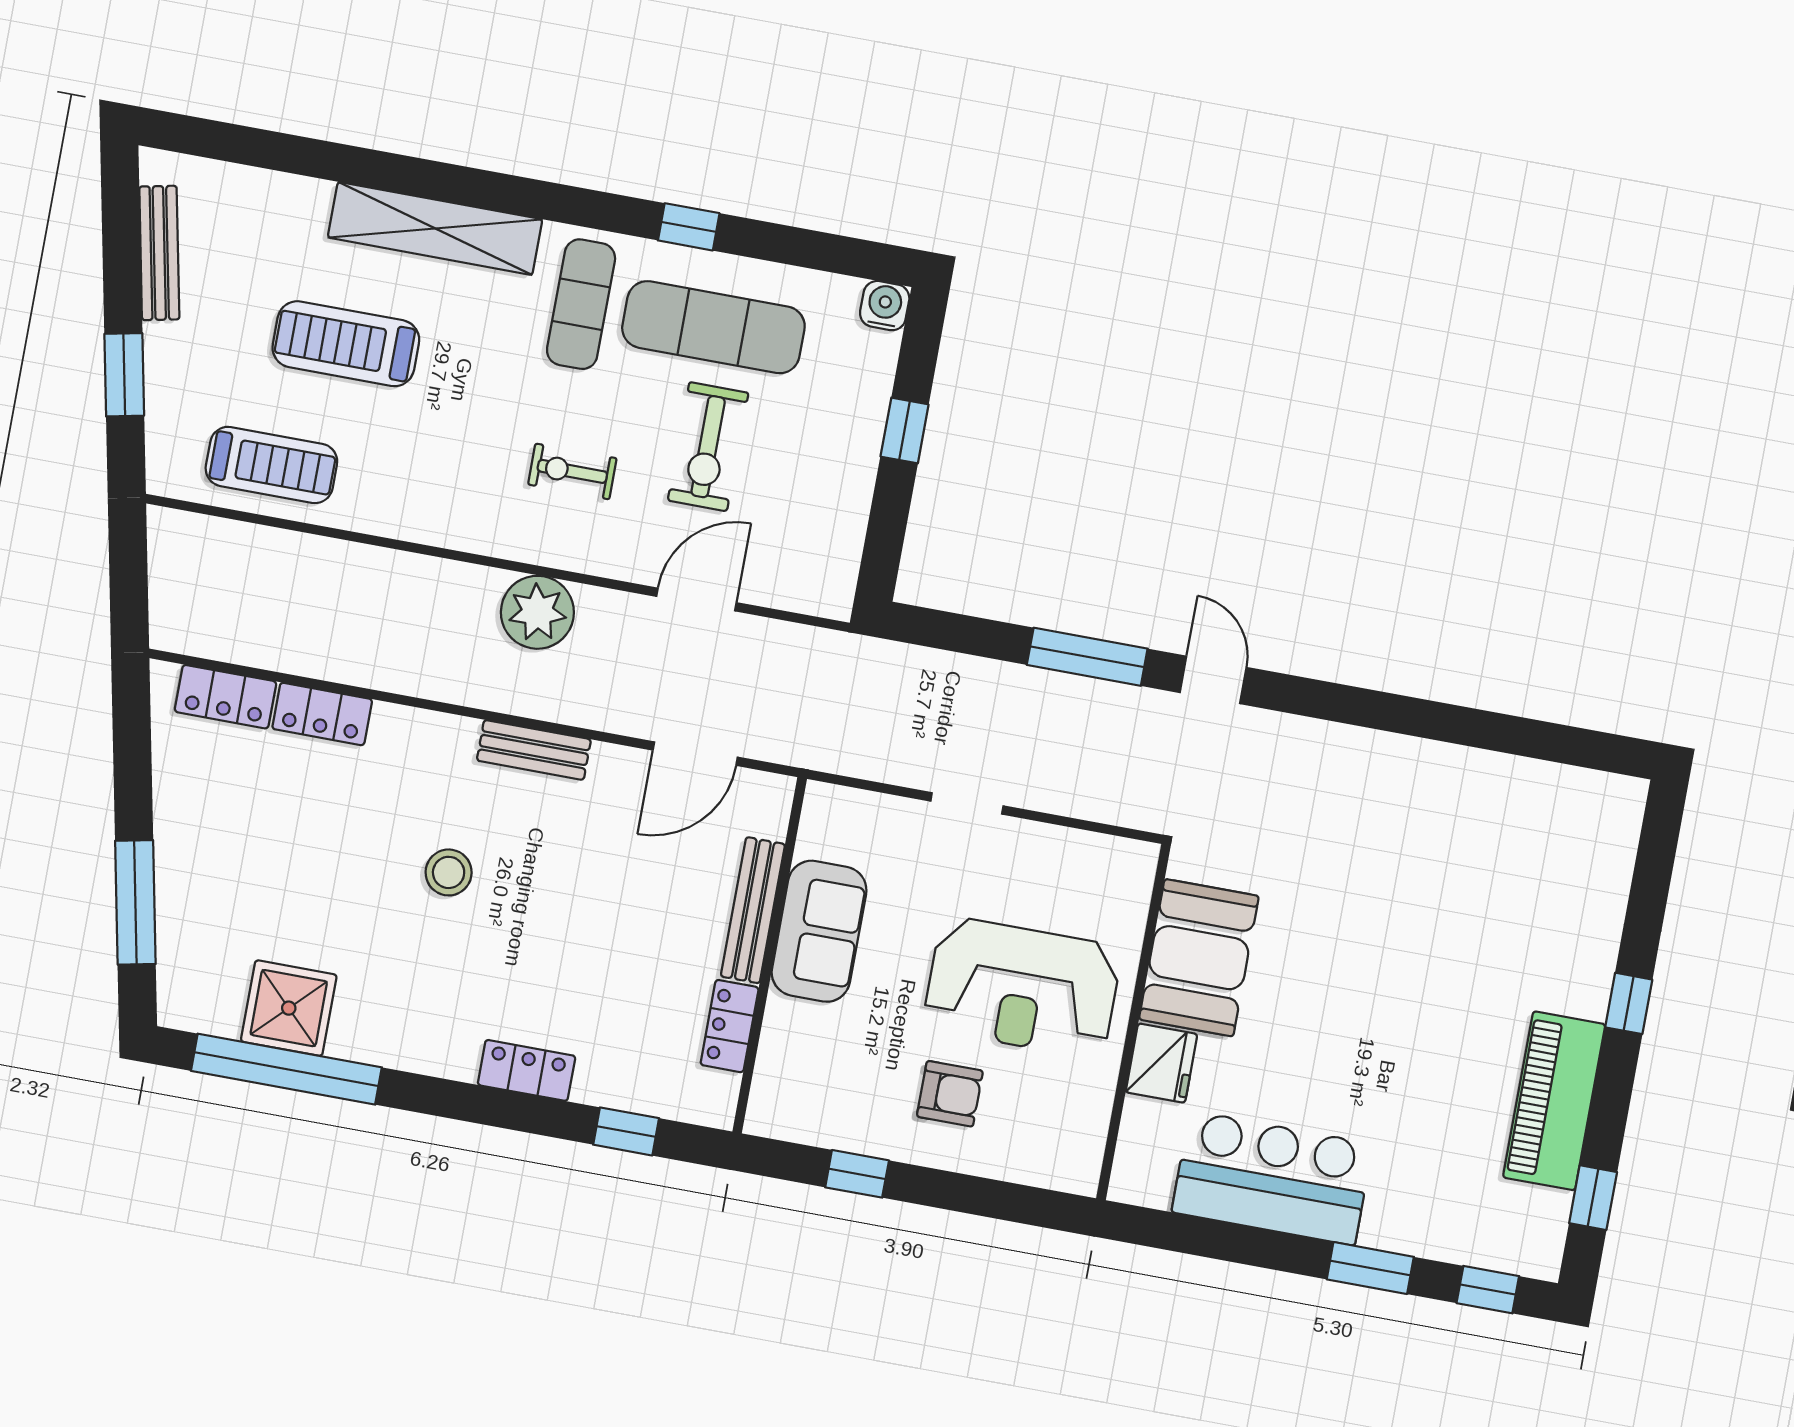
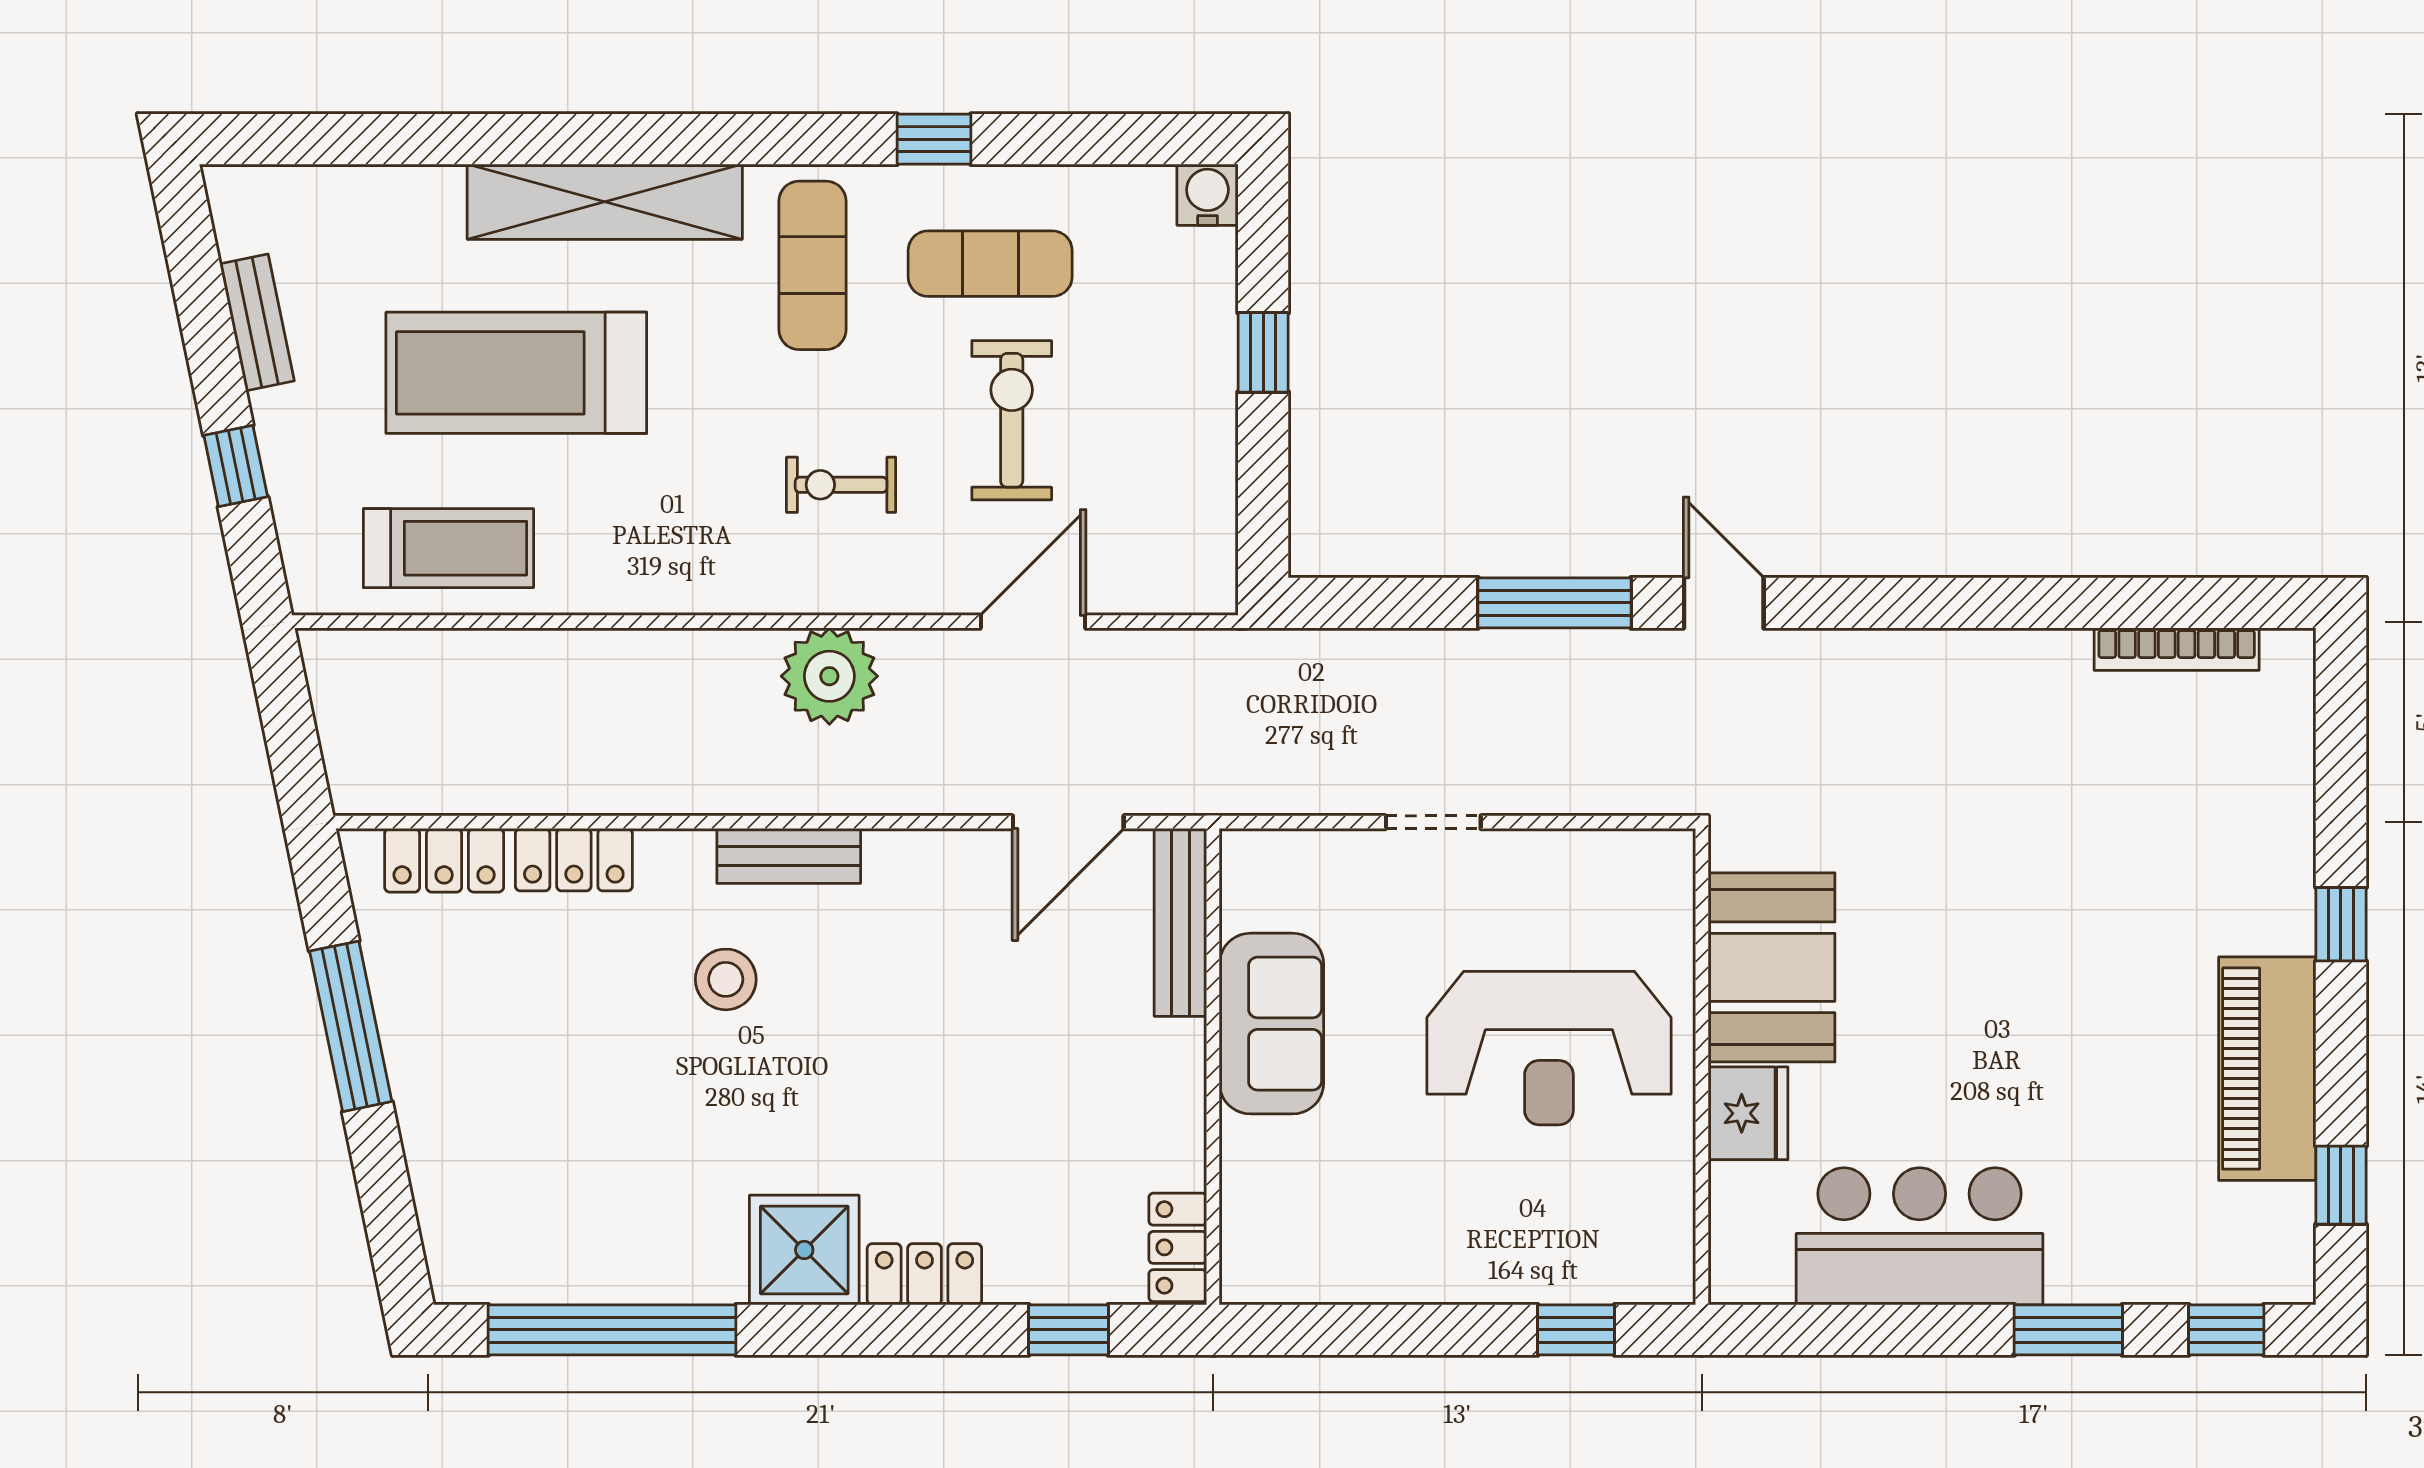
bench: (159, 253) -> (257, 322), width x0.73
exercise mat: (713, 327) -> (990, 264), width x0.73, depth x0.69
treadmill: (346, 344) -> (516, 373), width x1.37, depth x1.38
window: (124, 375) -> (236, 466), width x0.67
exercise bike: (708, 447) -> (1012, 420), turned 180
bench: (534, 750) -> (789, 856), moved
bookcase: (1544, 776) -> (2177, 649), added
stool: (449, 872) -> (726, 979), moved
window: (135, 902) -> (351, 1026), moved
bench: (753, 910) -> (1180, 923), moved
shower: (289, 1008) -> (804, 1250), moved
locker: (730, 1026) -> (1178, 1247), moved
armchair: (950, 1094) -> (1480, 1204), removed
window: (857, 1174) -> (1576, 1330), moved

